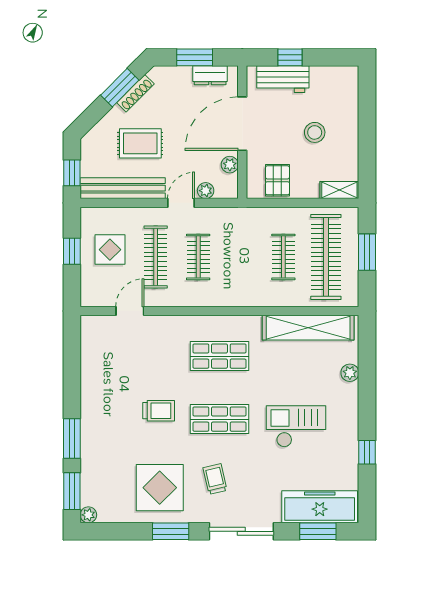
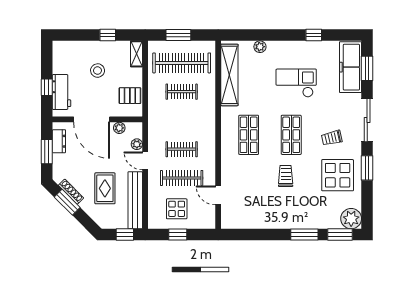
window: (367, 148) -> (108, 35), added
checkout: (296, 426) -> (296, 83), turned 90
plant: (88, 515) -> (351, 219), width x1.87, depth x1.87

